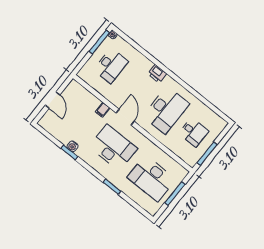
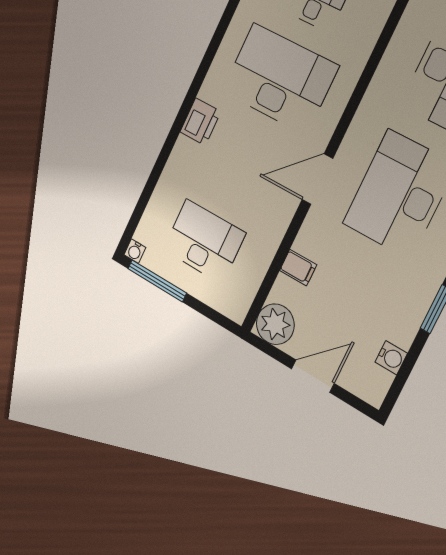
plant: (74, 89) -> (275, 324), added
filing cabinet: (103, 110) -> (298, 268), moved
water cooler: (73, 146) -> (391, 358), moved

